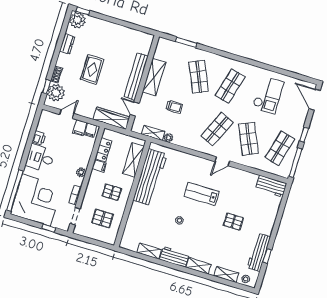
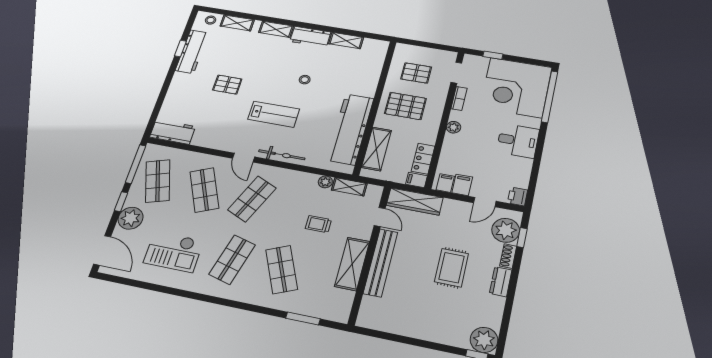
dresser: (67, 44) -> (501, 282), moved
checkout: (268, 95) -> (173, 252), turned -90
plant: (297, 122) -> (131, 218), added
printer: (39, 138) -> (517, 196), moved
shop shelf: (280, 148) -> (158, 181), turned -33
bicycle: (197, 161) -> (282, 155), added
door: (222, 161) -> (244, 158), swing flipped
filing cabinet: (99, 166) -> (417, 180), moved
pallet: (112, 192) -> (405, 106), width x1.50, depth x1.42

